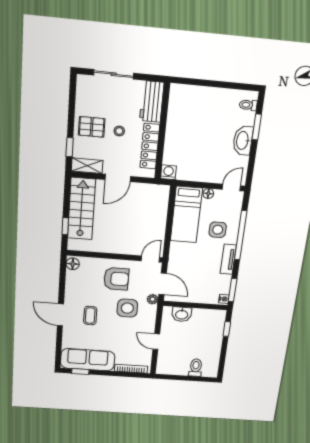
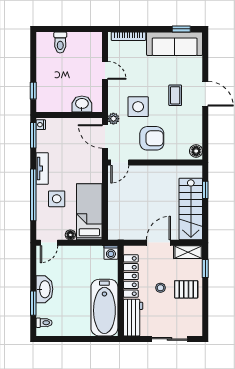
bathtub: (182, 115) -> (104, 308), added
armchair: (116, 279) -> (152, 138), turned 180

